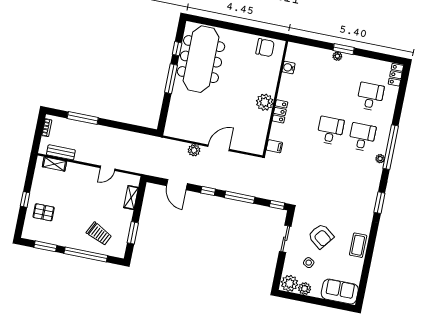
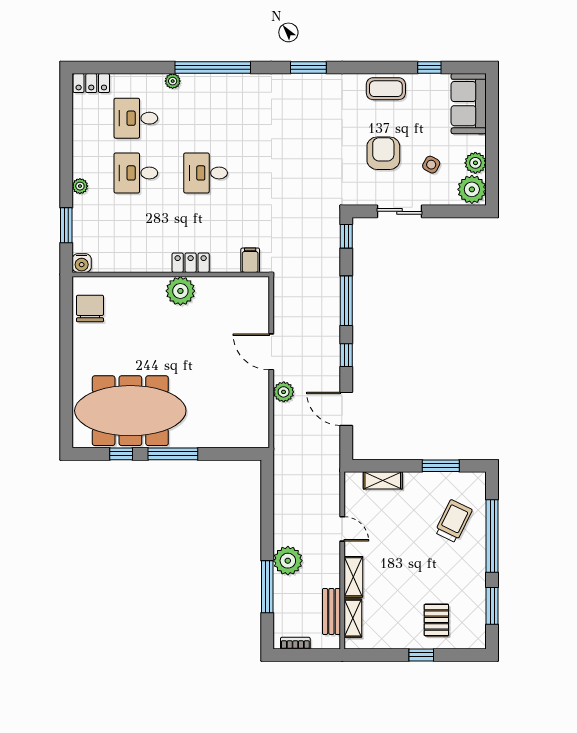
window: (344, 49) -> (66, 225), moved
water cooler: (289, 68) -> (82, 263), moved
plant: (95, 133) -> (288, 561), added
desk: (362, 137) -> (136, 173), moved
plant: (380, 159) -> (173, 81), moved
shelving: (78, 169) -> (353, 577), added
door: (177, 185) -> (346, 409), swing flipped
armchair: (321, 236) -> (383, 153), turned -38
window: (365, 273) -> (429, 68), added

